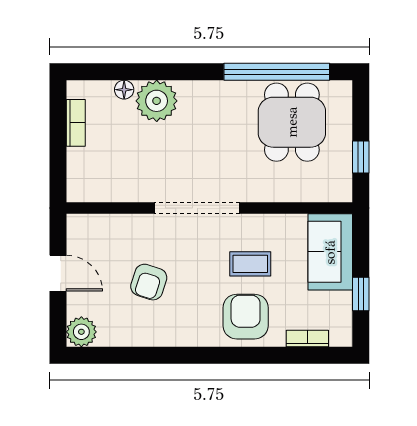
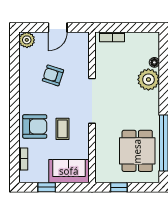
dining table: (292, 122) -> (137, 151), turned 90
bookcase: (76, 123) -> (112, 37), moved

